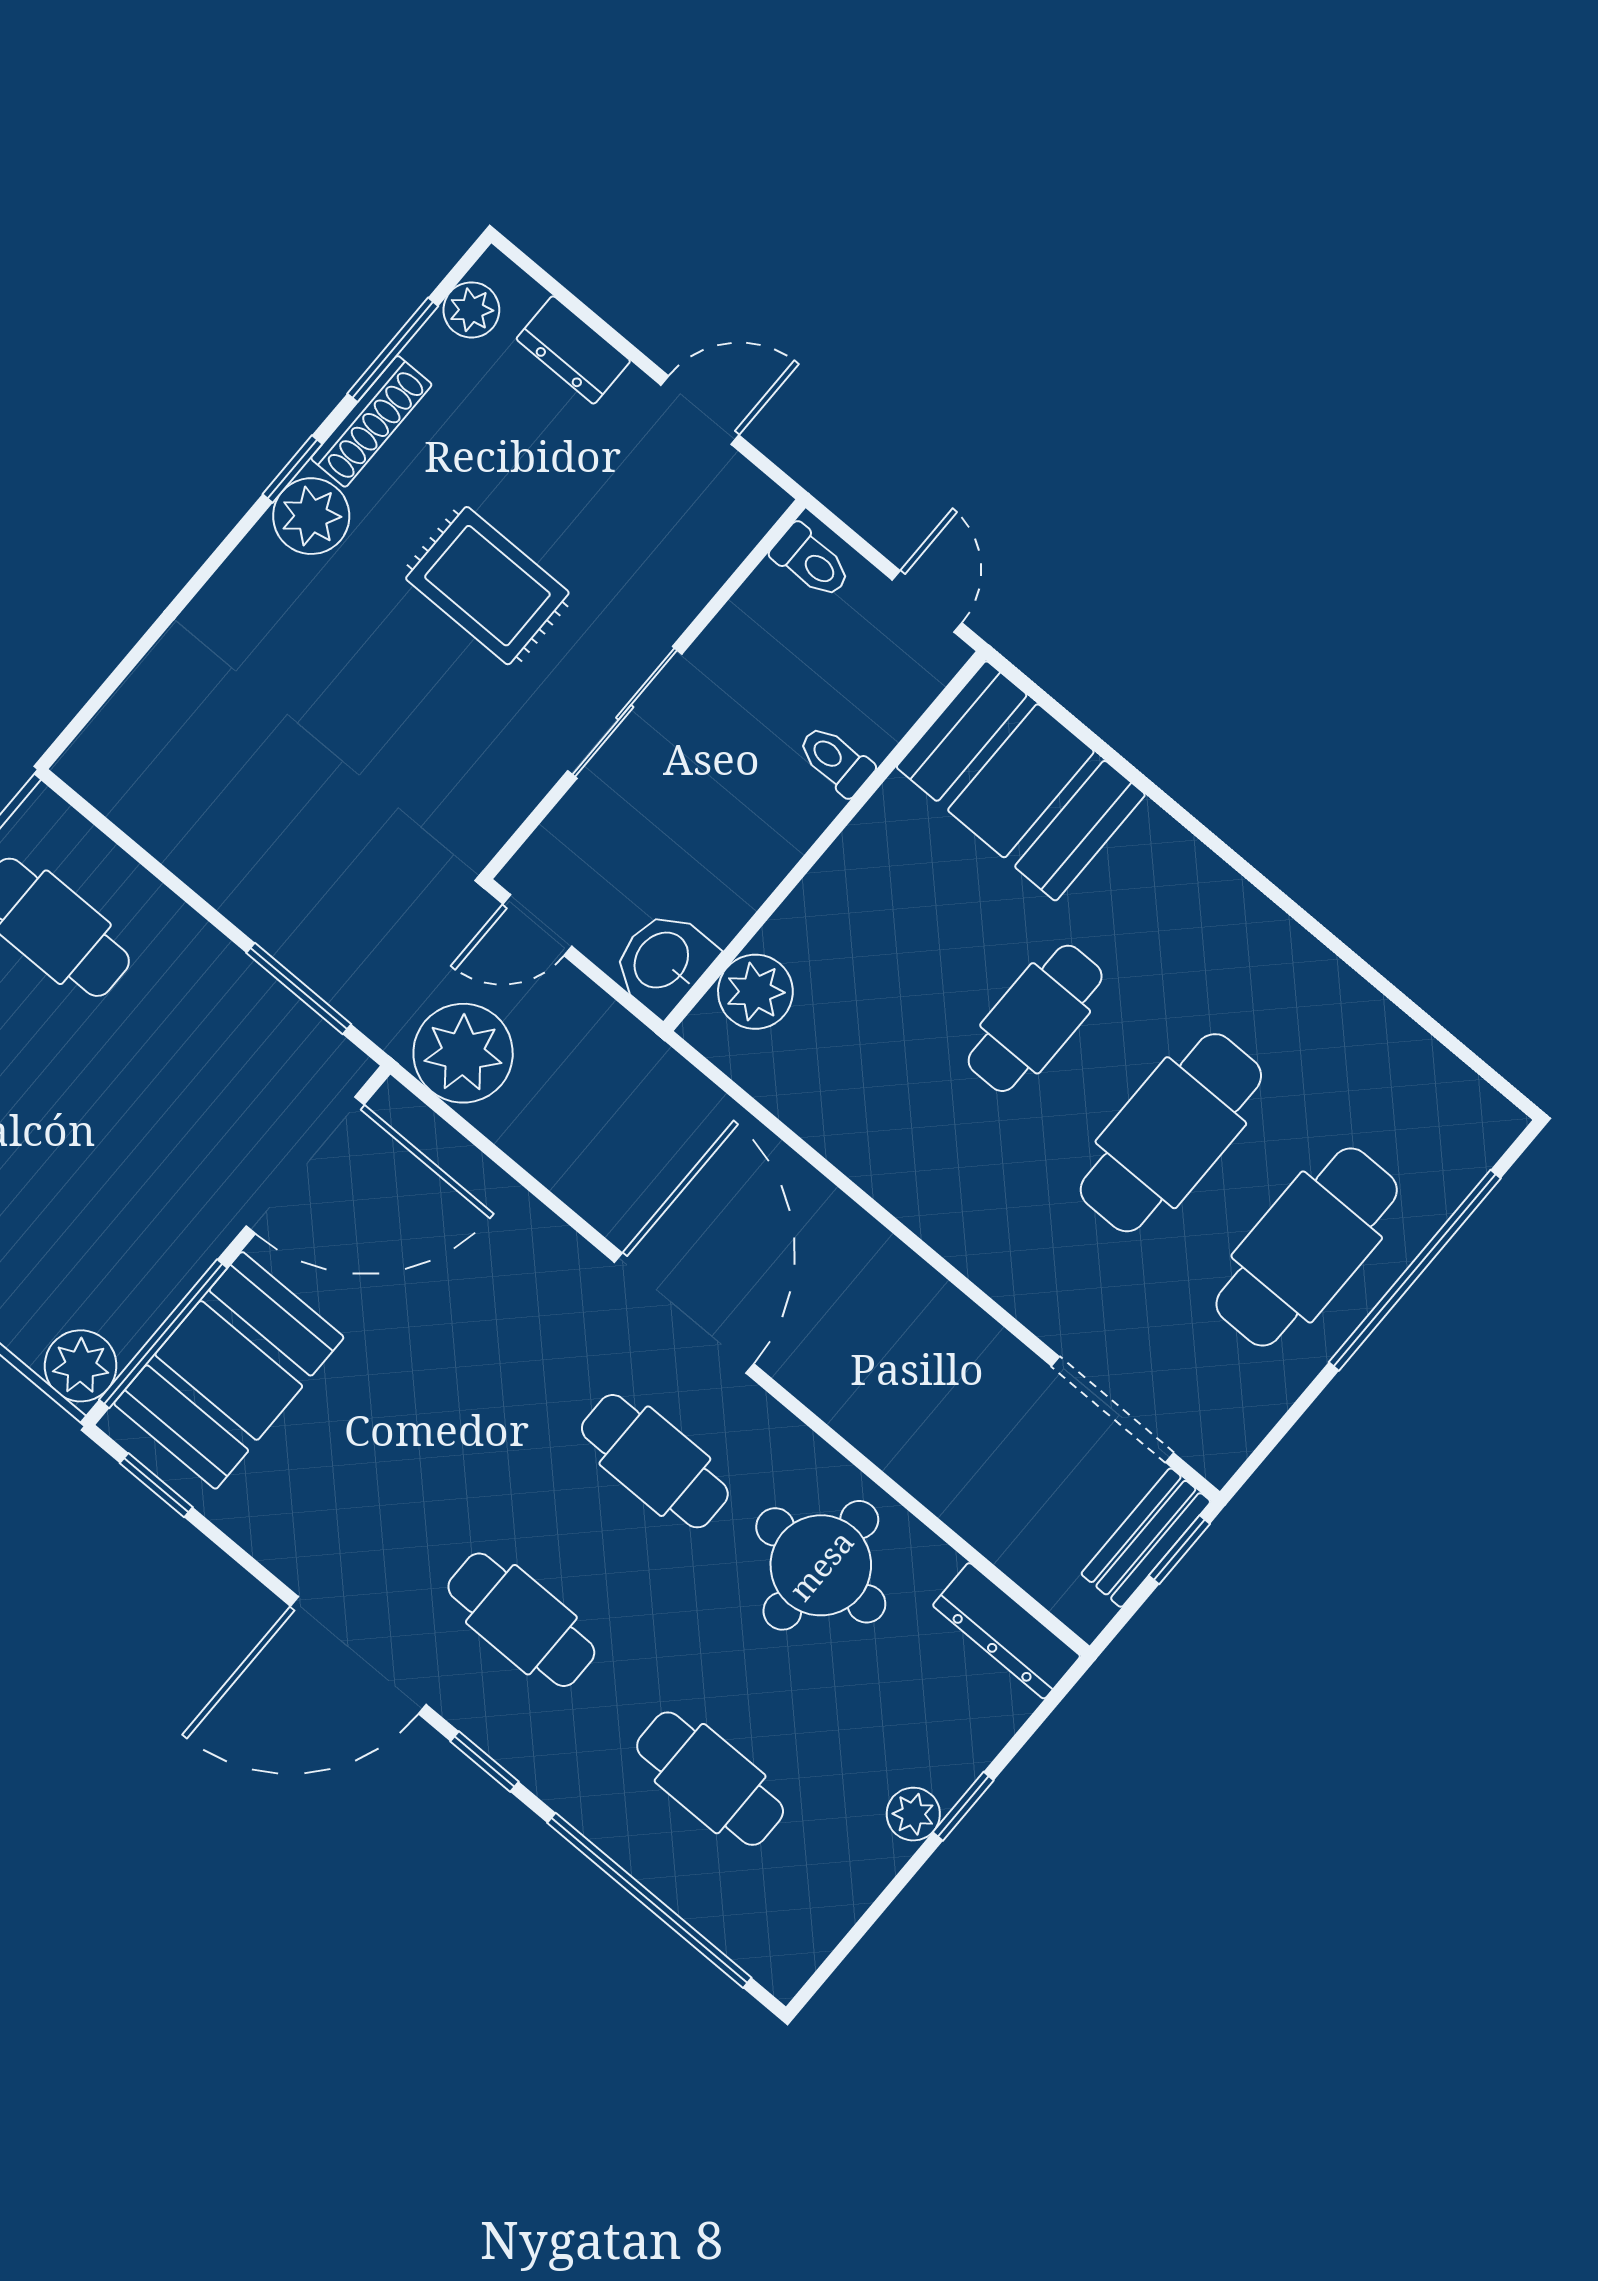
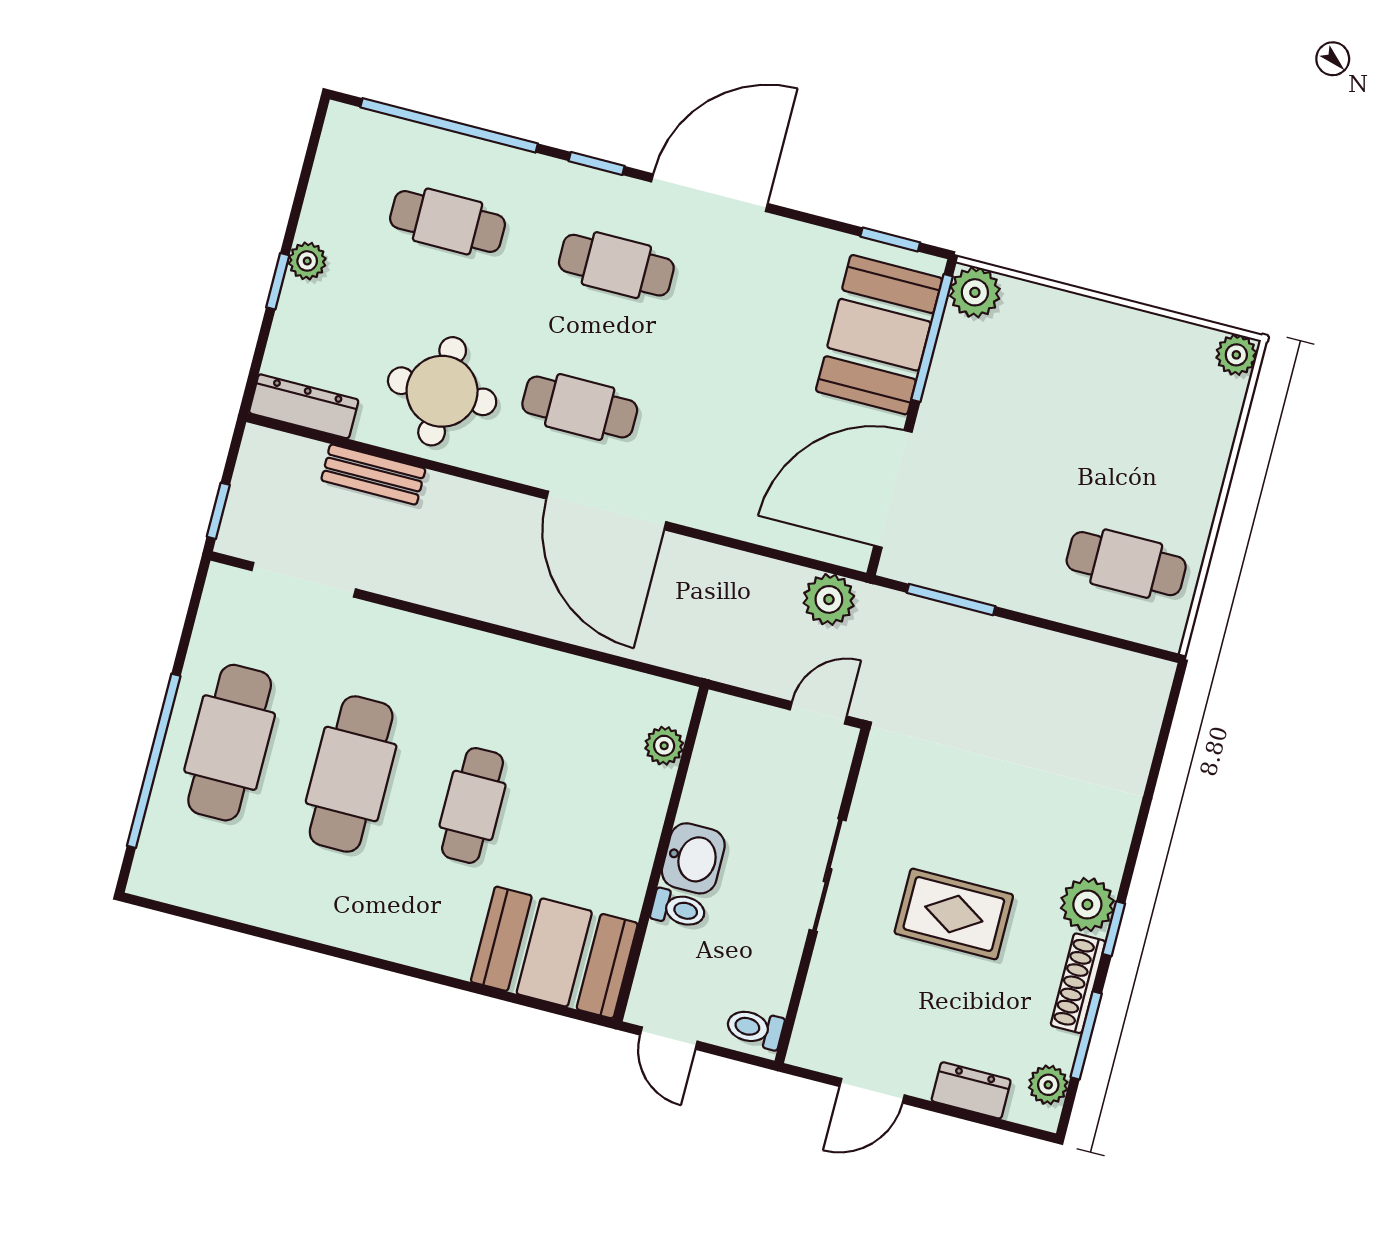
washbasin: (663, 962) -> (693, 858), moved
plant: (755, 992) -> (664, 746), width x0.73, depth x0.73
plant: (463, 1053) -> (829, 599), width x0.73, depth x0.73
bench: (1146, 1538) -> (373, 475), moved, turned 90

